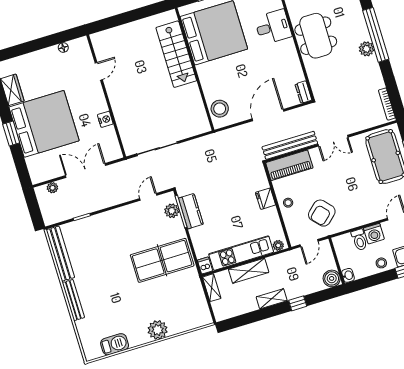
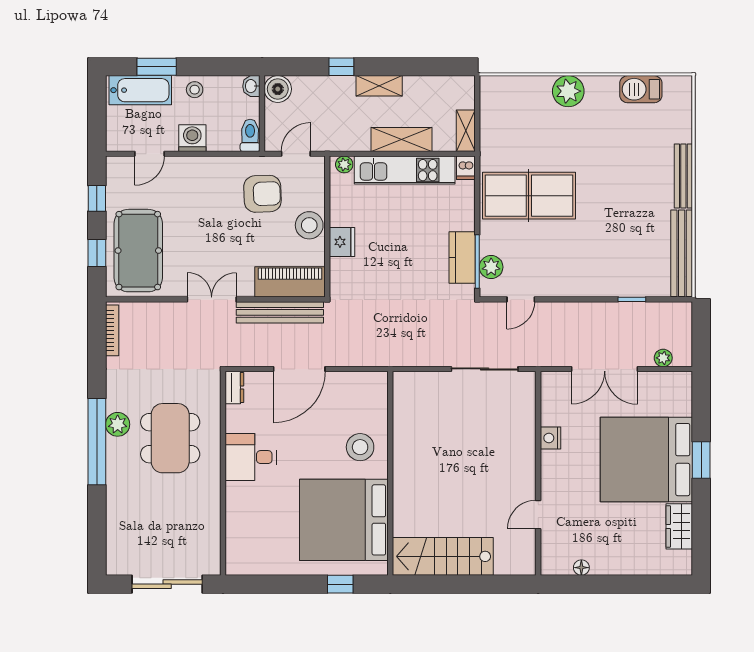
desk: (273, 27) -> (251, 457), moved
dining table: (316, 36) -> (170, 438), moved
stairs: (176, 54) -> (443, 556), moved, turned -90
stool: (220, 109) -> (360, 447), moved
stool: (288, 203) -> (309, 225), width x1.89, depth x1.89
armchair: (322, 213) -> (262, 194), turned 40
toilet: (359, 240) -> (250, 135), moved

